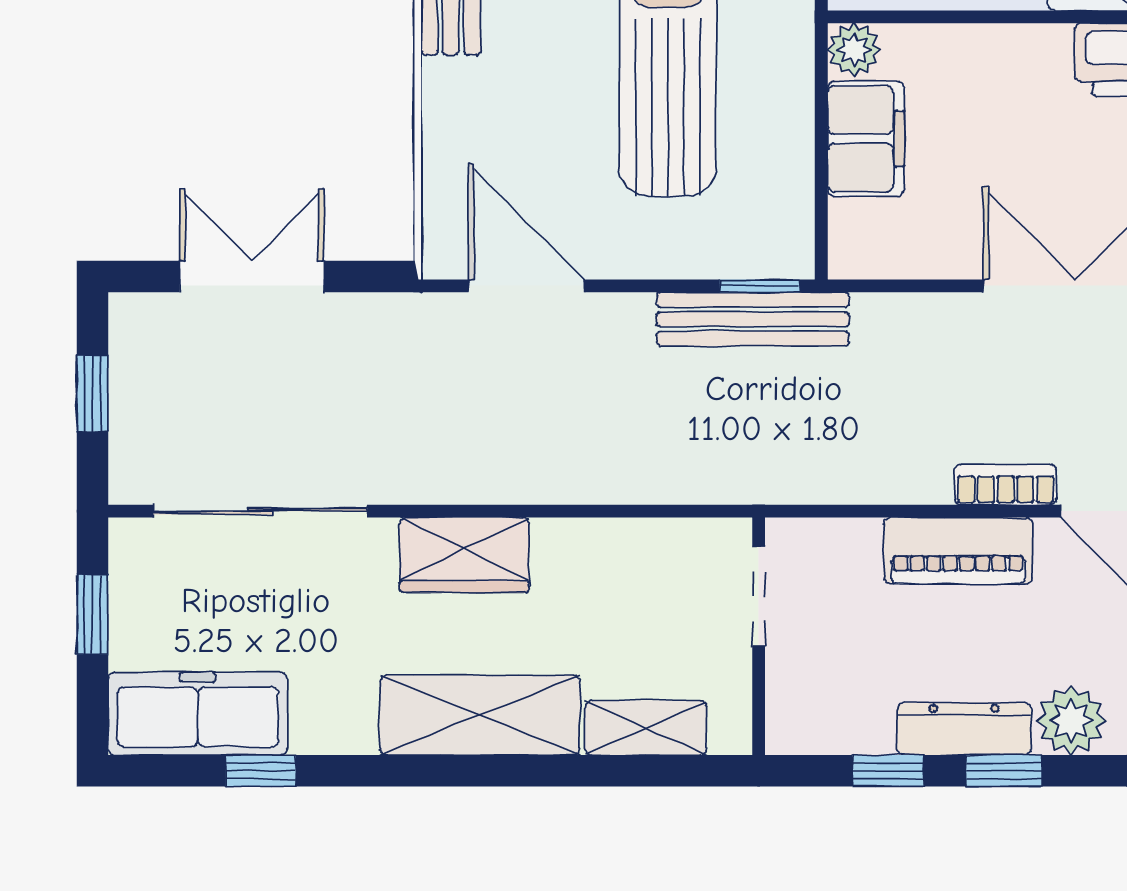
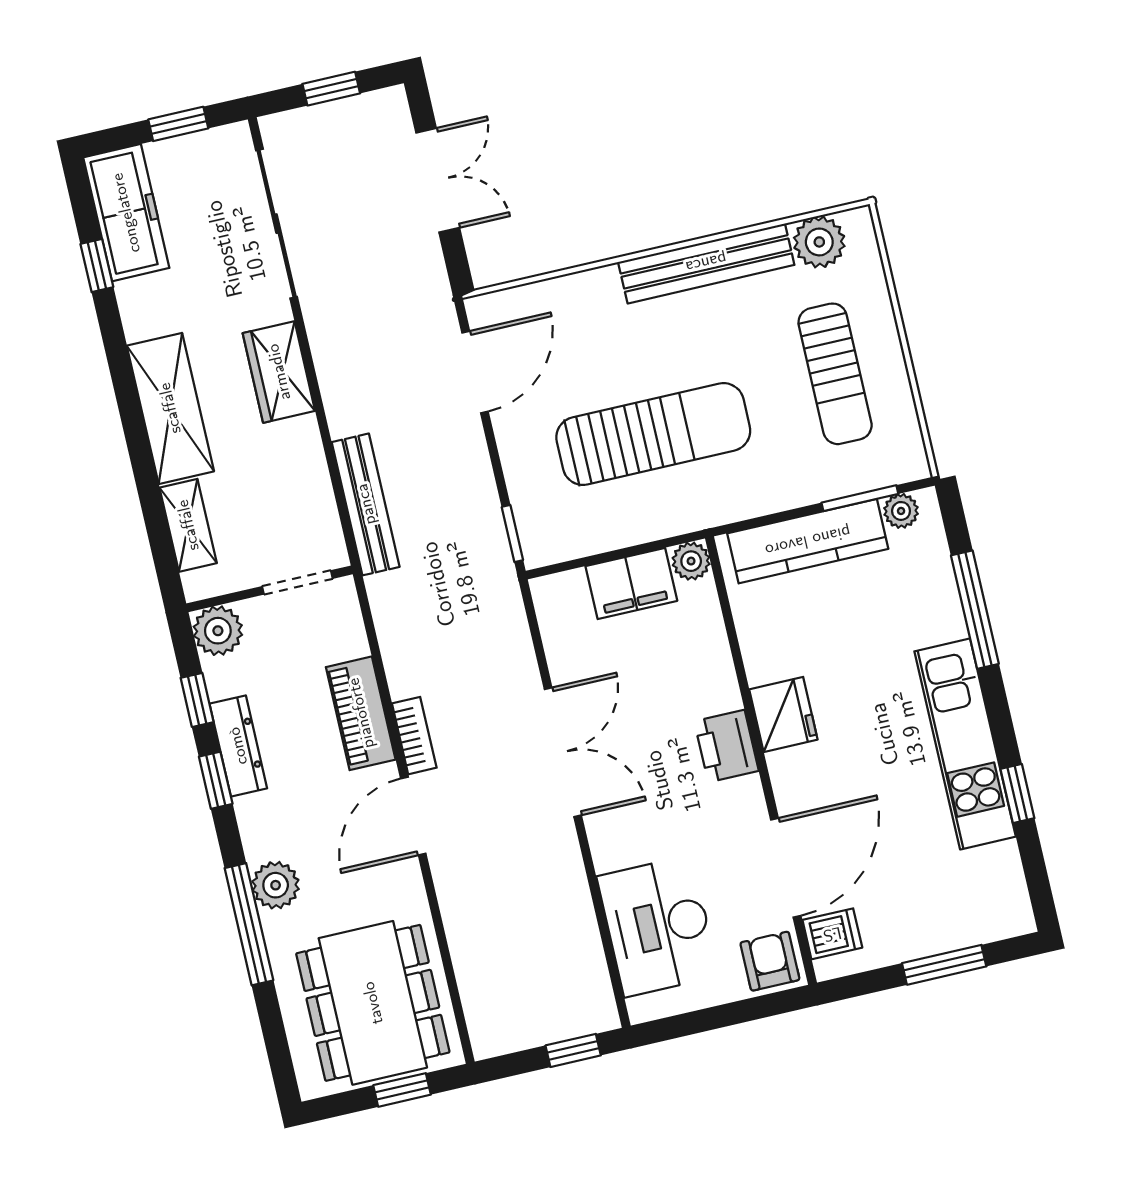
bench: (753, 319) -> (366, 504), moved
plant: (1071, 720) -> (218, 631), moved

